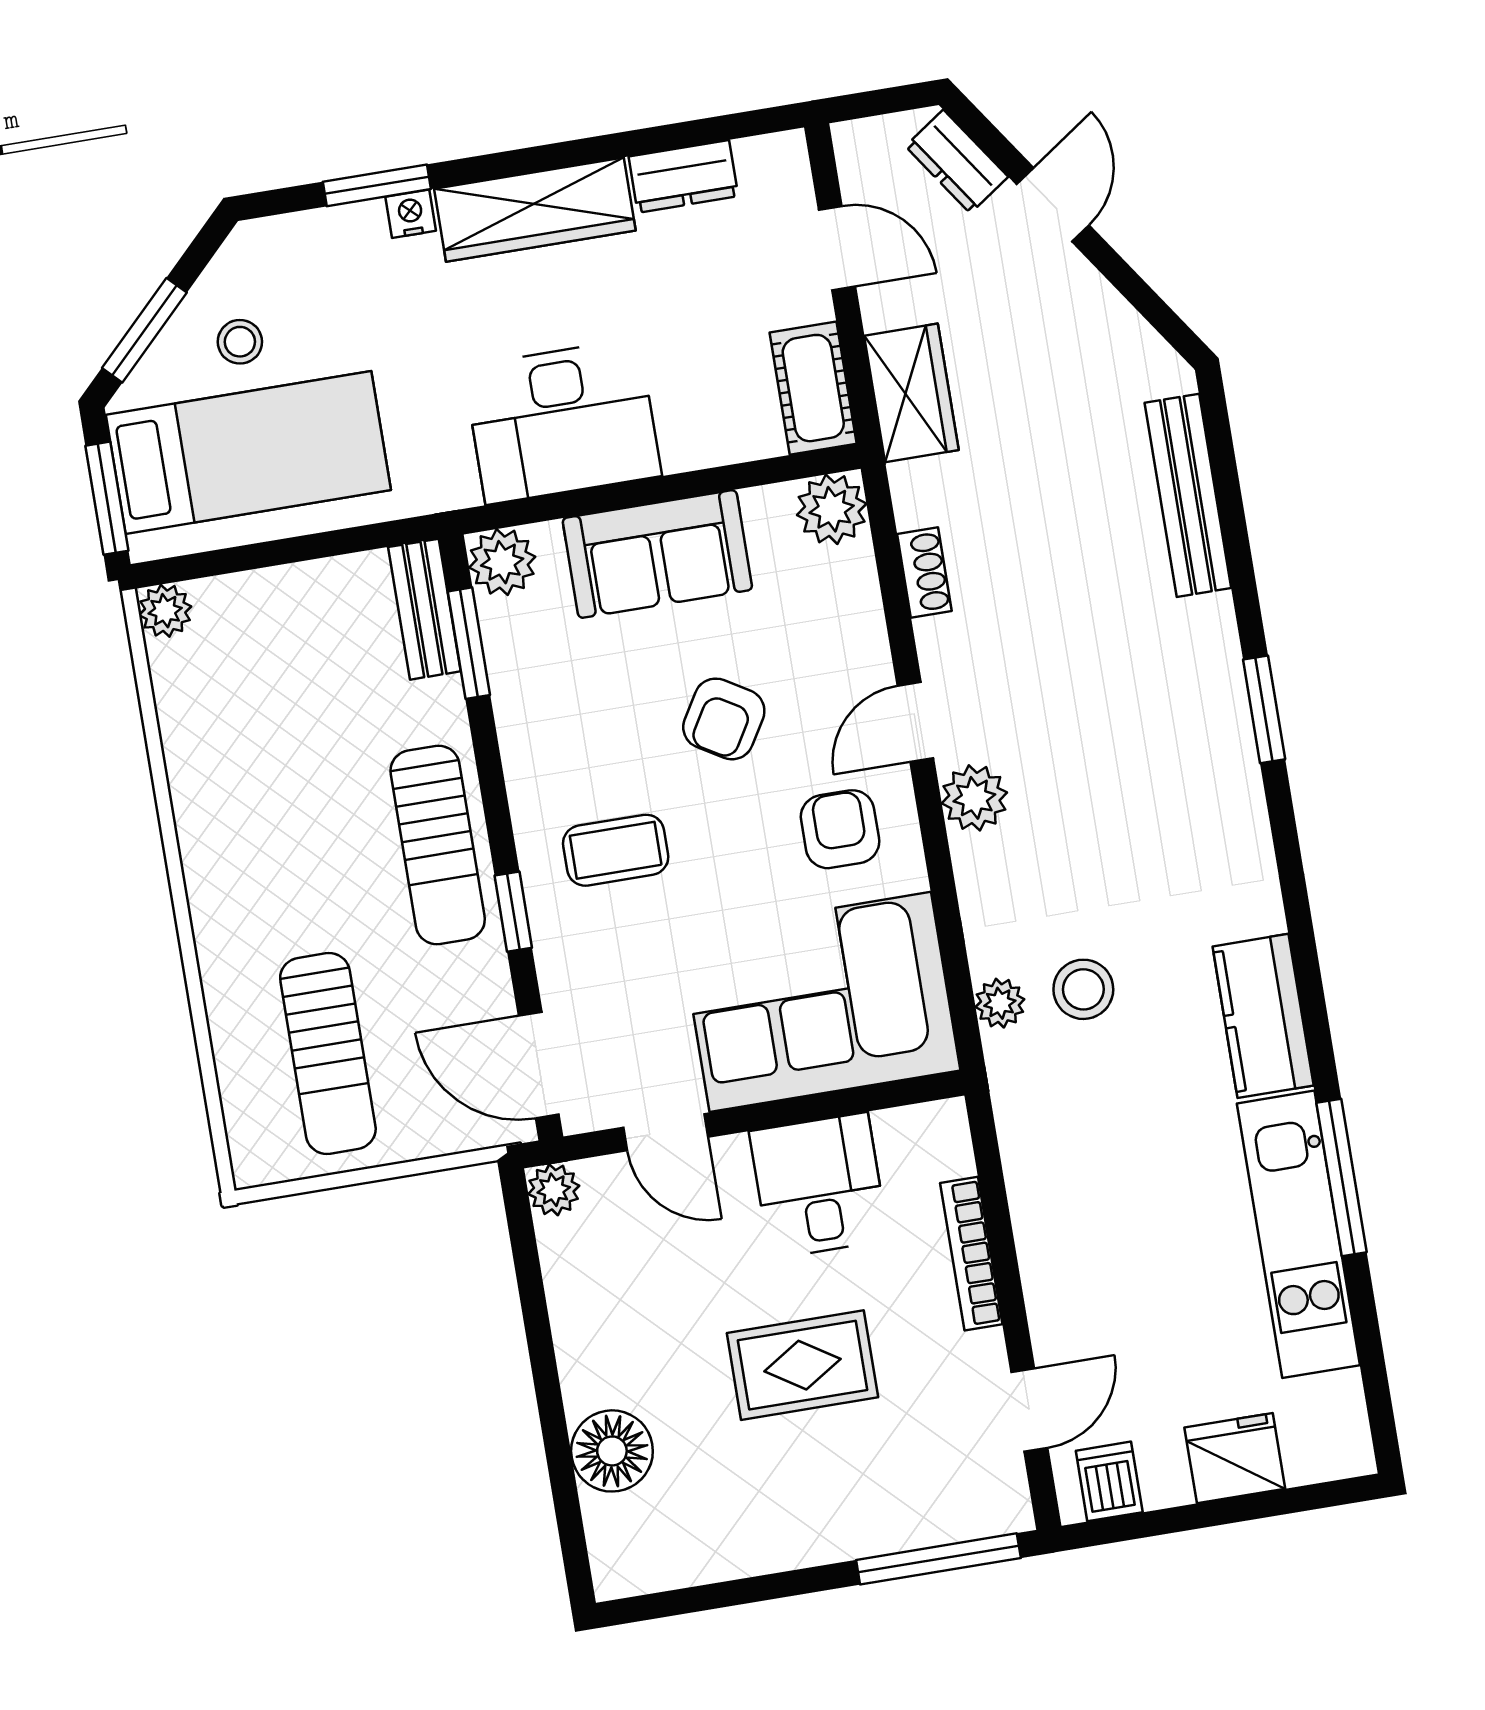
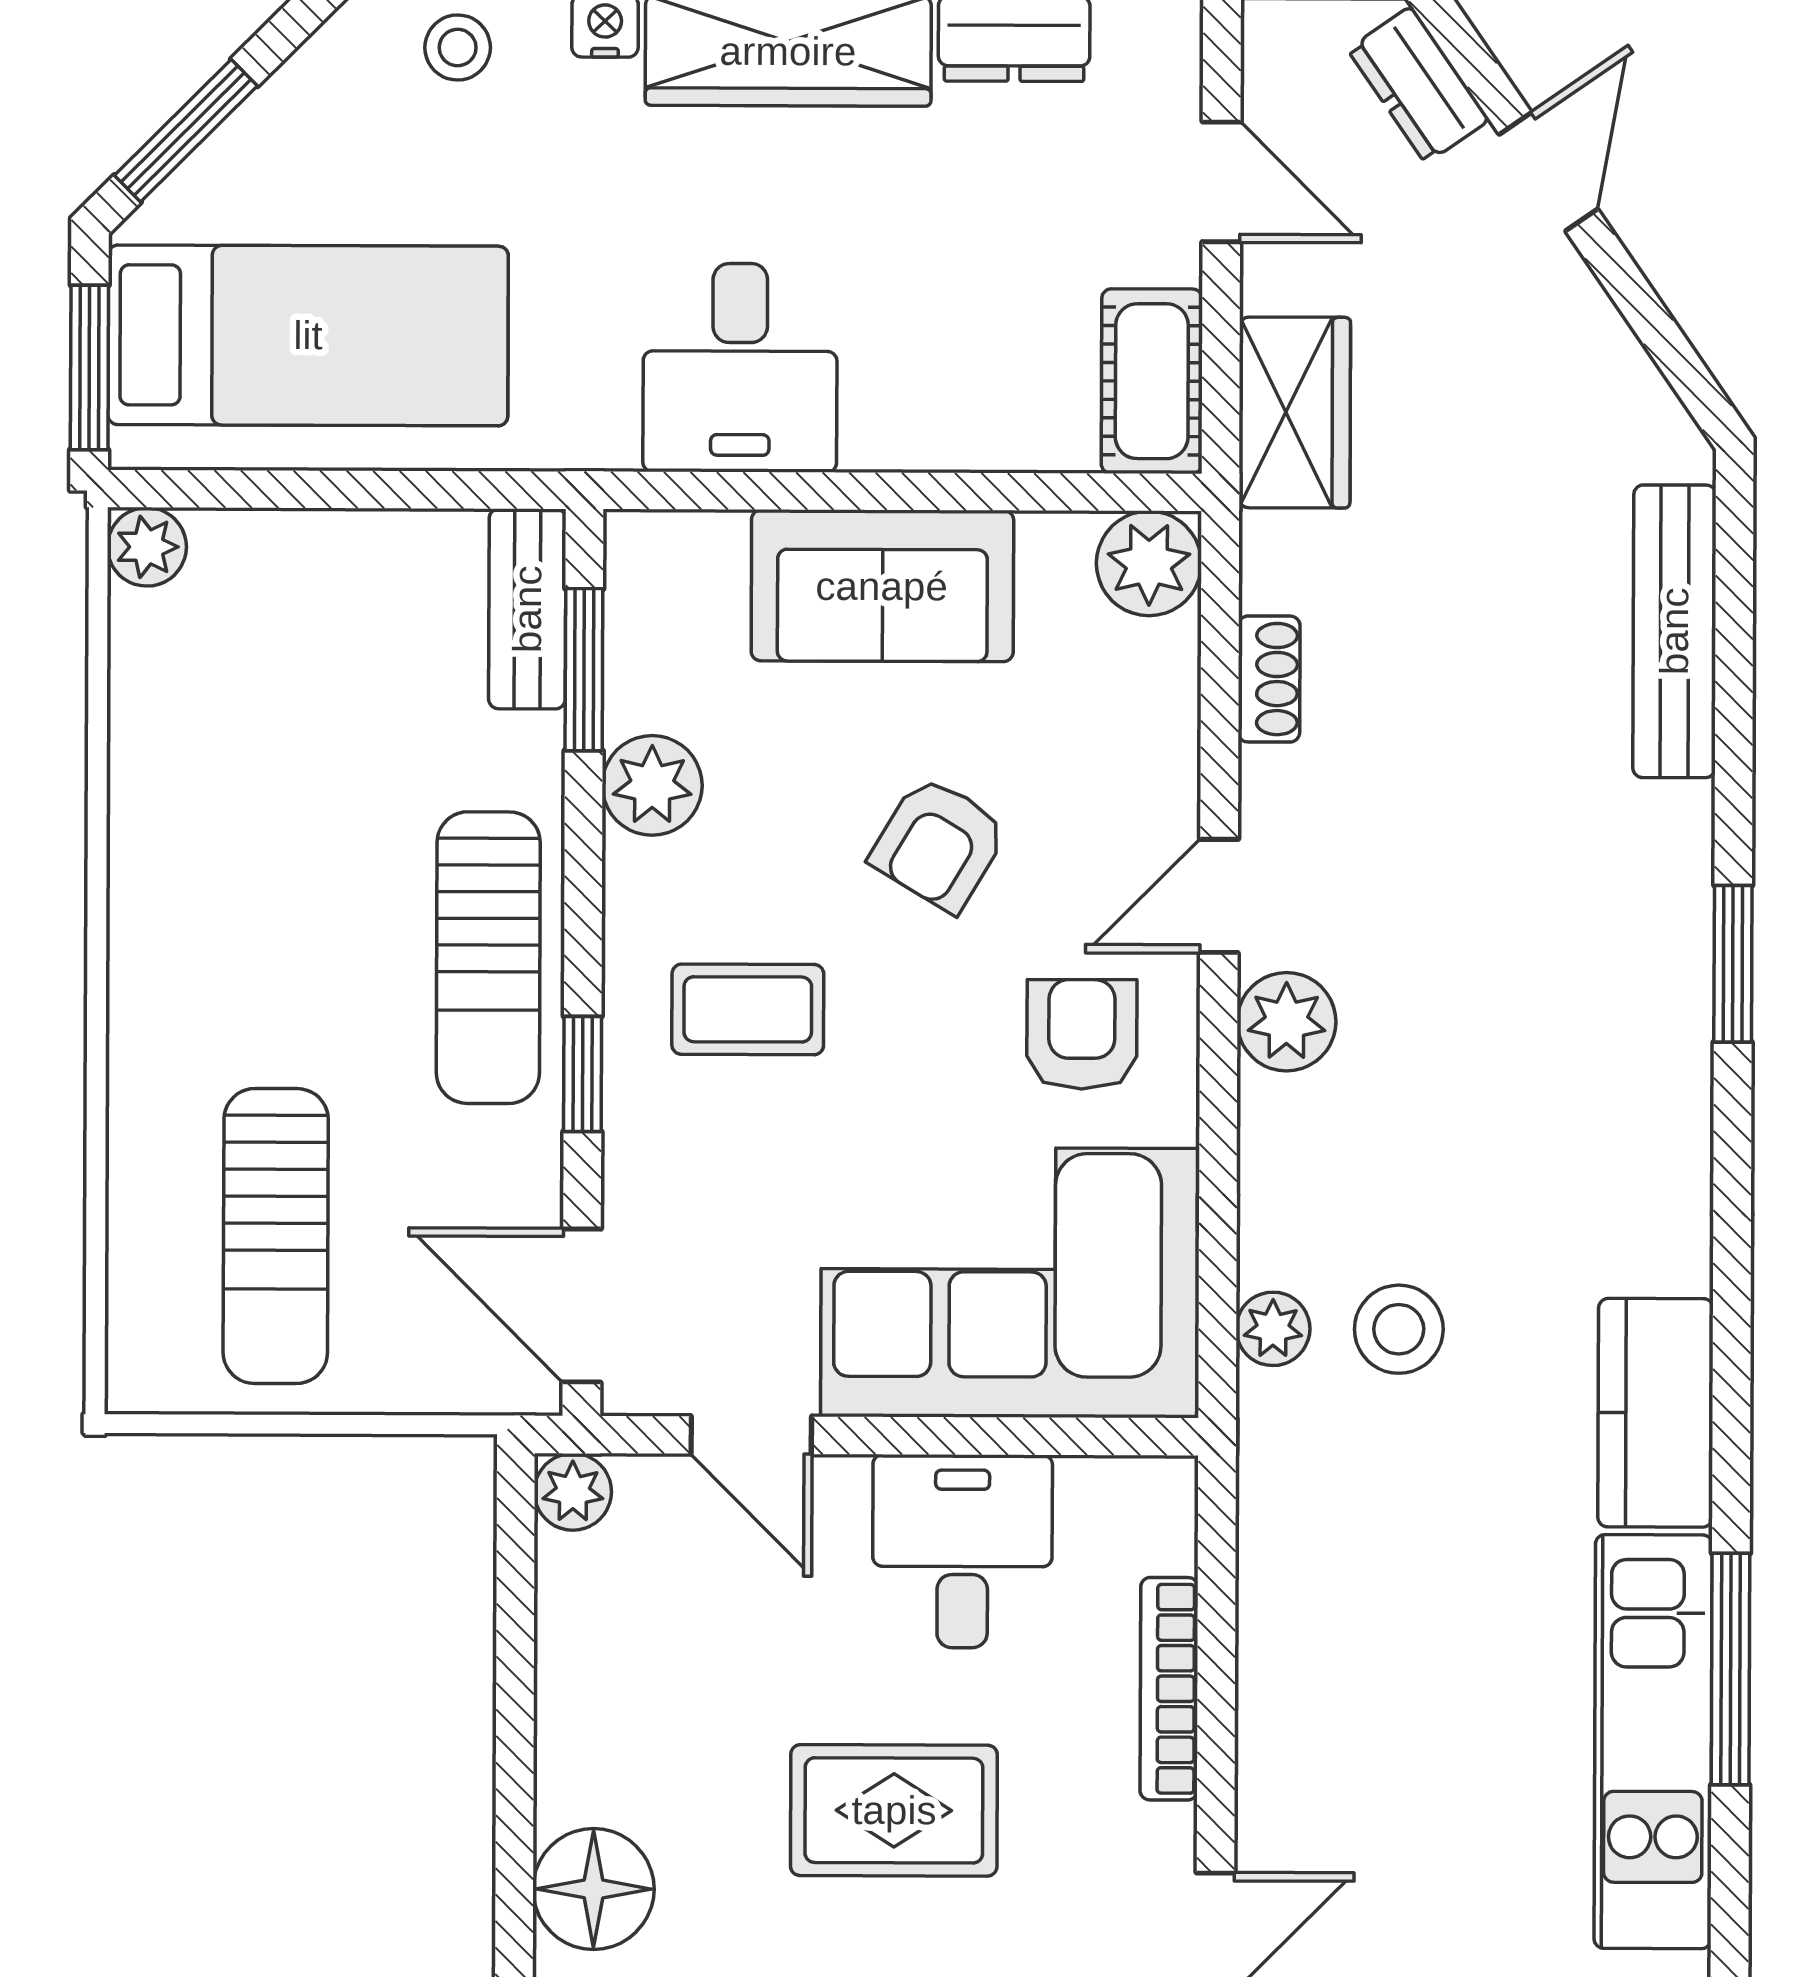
stool: (240, 342) -> (458, 48), moved
desk: (562, 421) -> (740, 368), width x0.73
plant: (502, 562) -> (652, 785), moved

